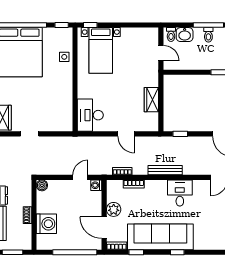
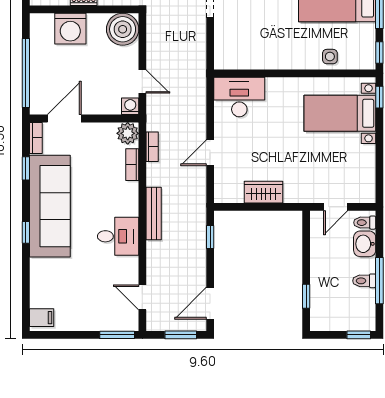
boiler: (42, 185) -> (123, 29), width x1.86, depth x1.86
plant: (114, 209) -> (128, 133), moved

